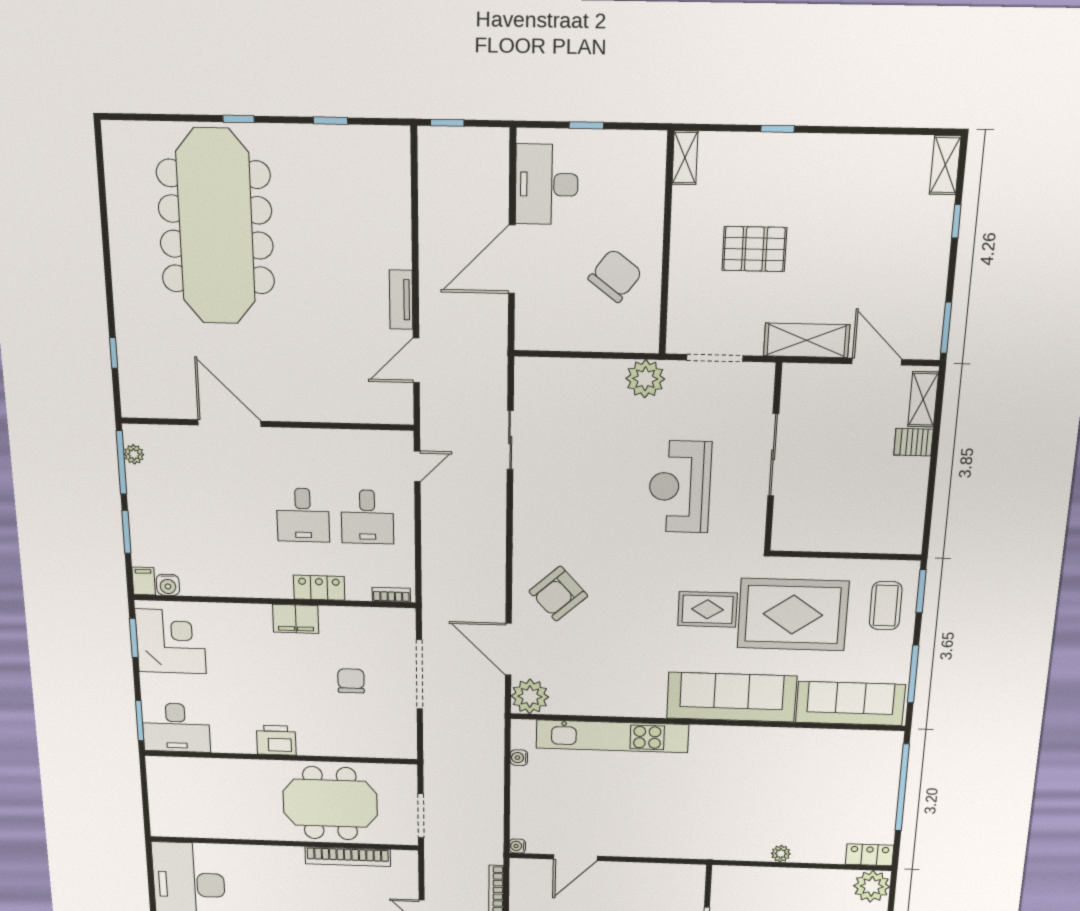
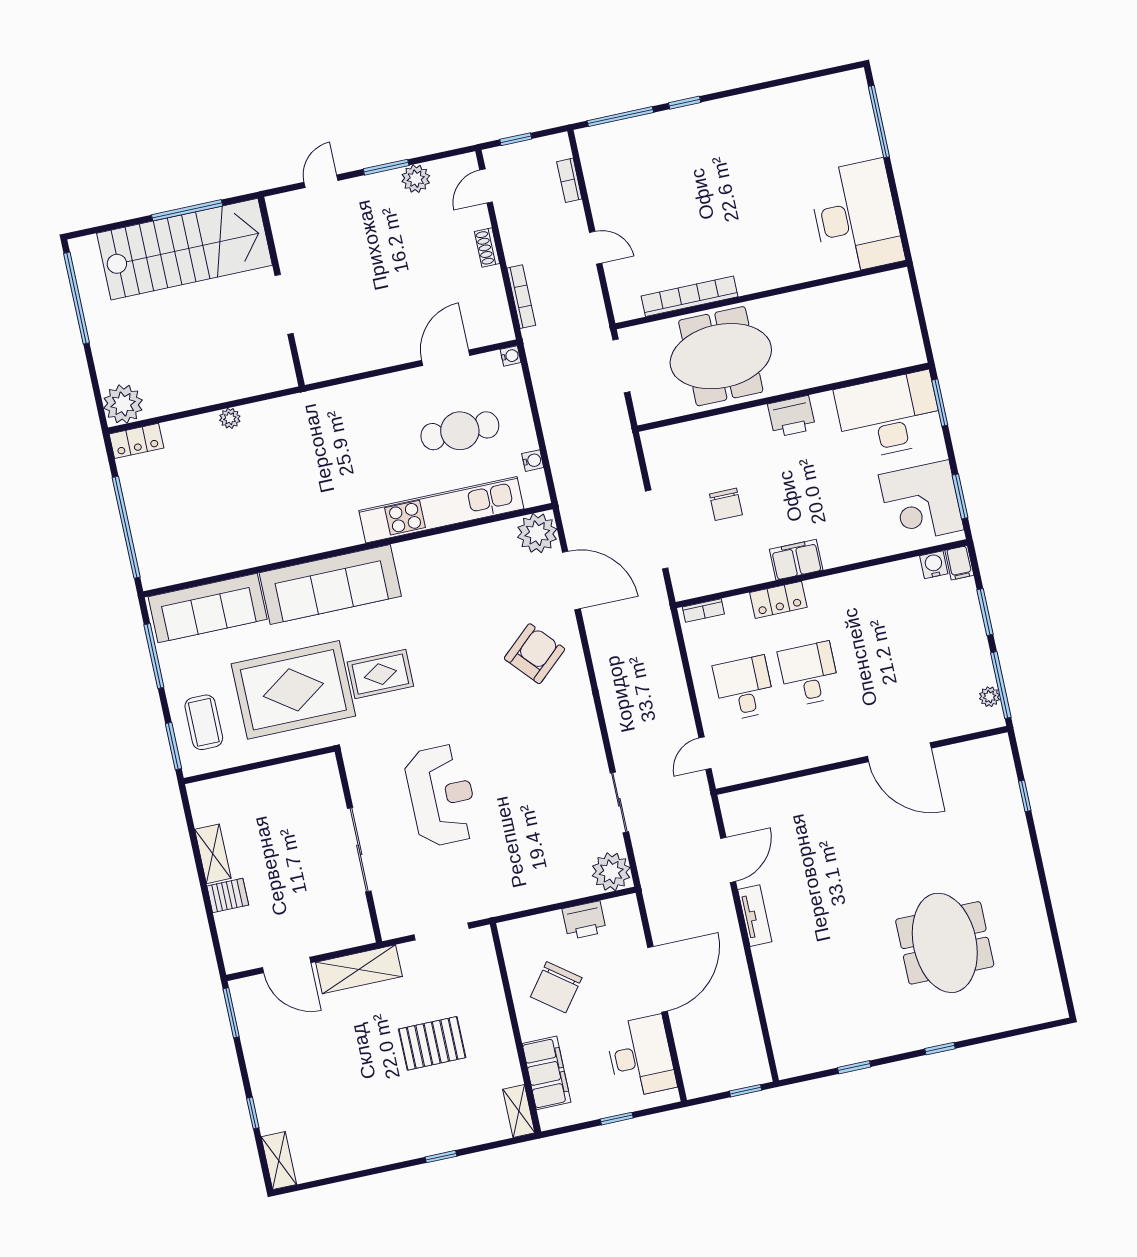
filing cabinet: (647, 191) -> (546, 1073), added
meeting table: (216, 227) -> (945, 943), width x0.54, depth x0.79
printer: (571, 335) -> (584, 920), added
plant: (645, 379) -> (611, 872), moved
shelving: (923, 399) -> (213, 854), moved
desk: (176, 728) -> (889, 415), width x1.36, depth x1.30
cafe table: (578, 797) -> (460, 431), added

